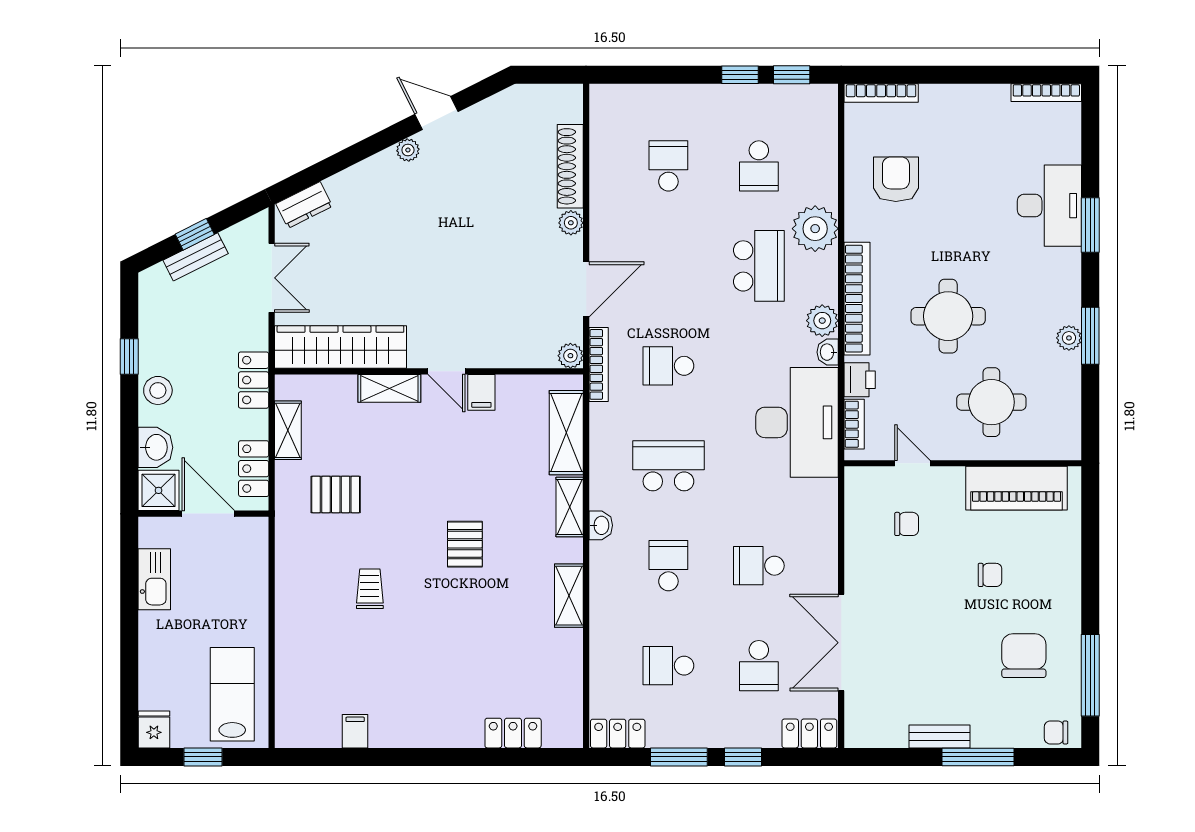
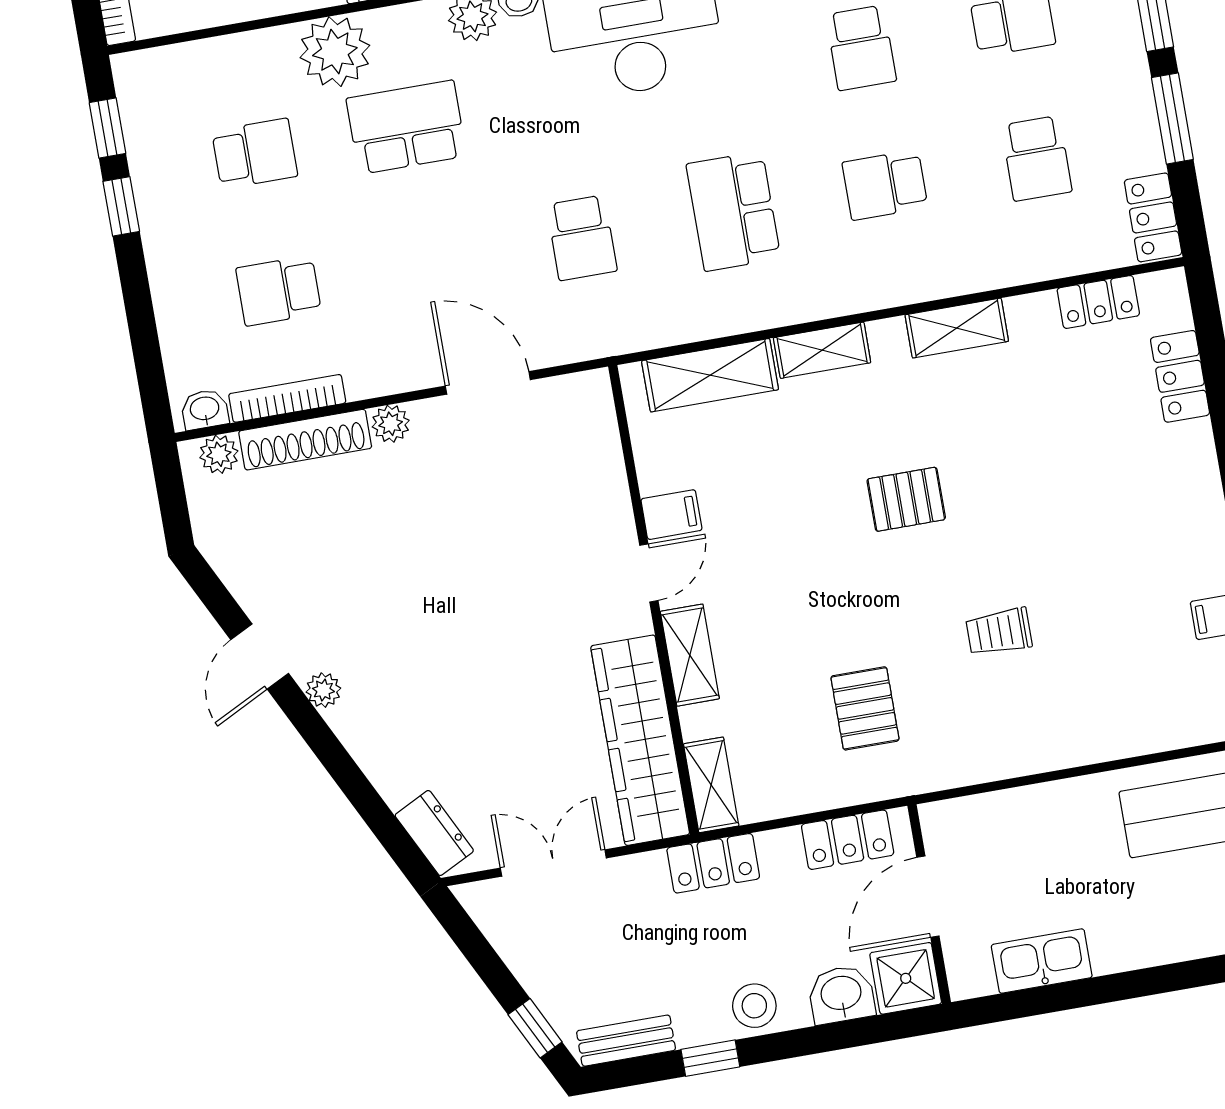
window: (195, 234) -> (535, 1028), moved
bench: (196, 257) -> (626, 1041), moved, turned -63
plant: (570, 356) -> (219, 454), moved
bookcase: (599, 364) -> (287, 398), moved
shelving: (288, 430) -> (711, 785), moved, turned 90
washbasin: (601, 525) -> (205, 409), moved
locker: (570, 689) -> (1098, 302), added

